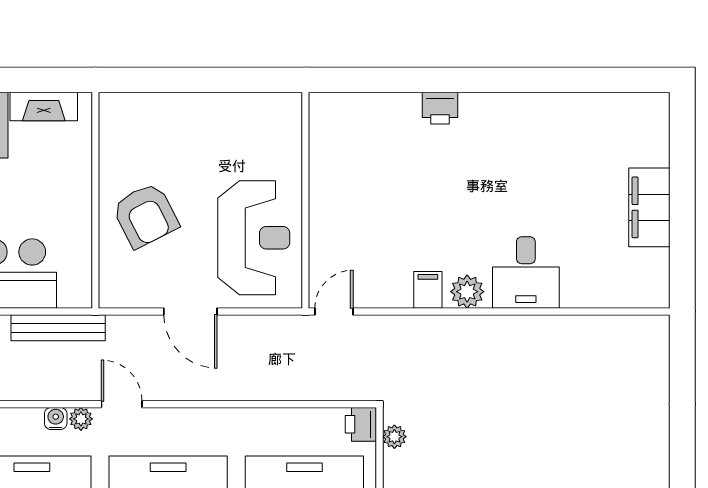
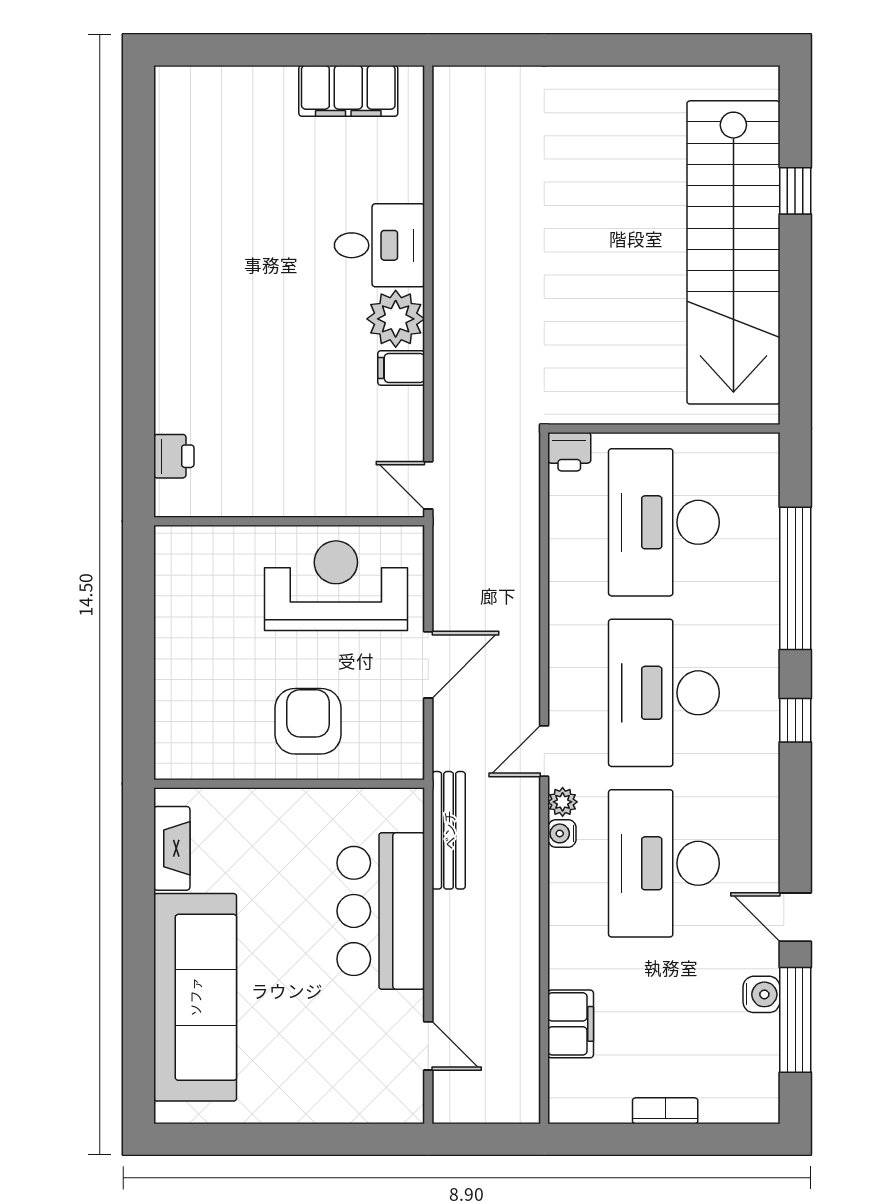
printer: (440, 108) -> (174, 456), moved
filing cabinet: (649, 207) -> (348, 91), moved
armchair: (145, 215) -> (308, 721), turned -63
plant: (467, 292) -> (396, 319), width x1.36, depth x1.36
plant: (394, 437) -> (585, 410), removed

